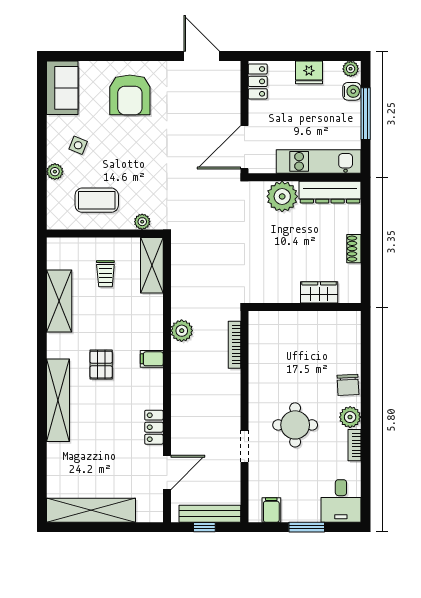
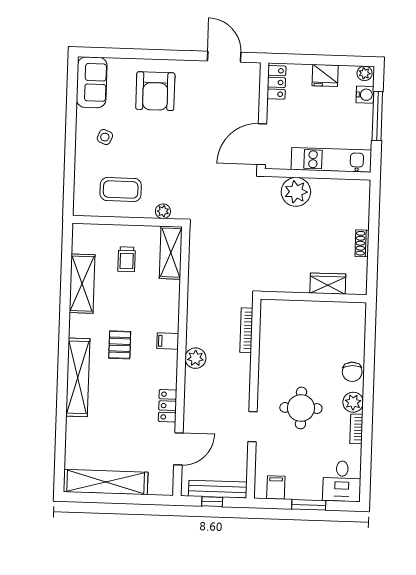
plant: (55, 172) -> (82, 161), removed
dresser: (330, 192) -> (341, 189), removed
plant: (182, 331) -> (195, 358), moved

